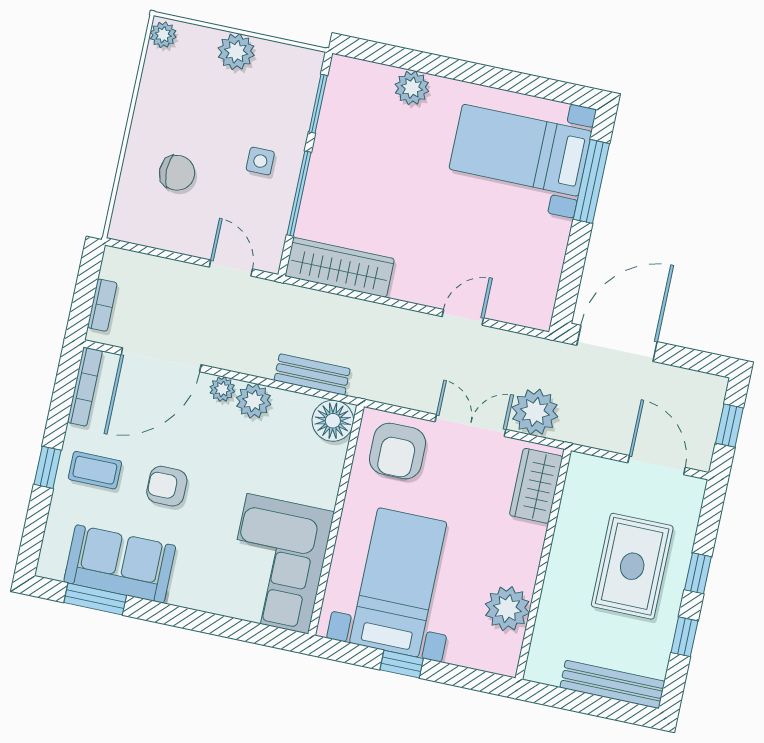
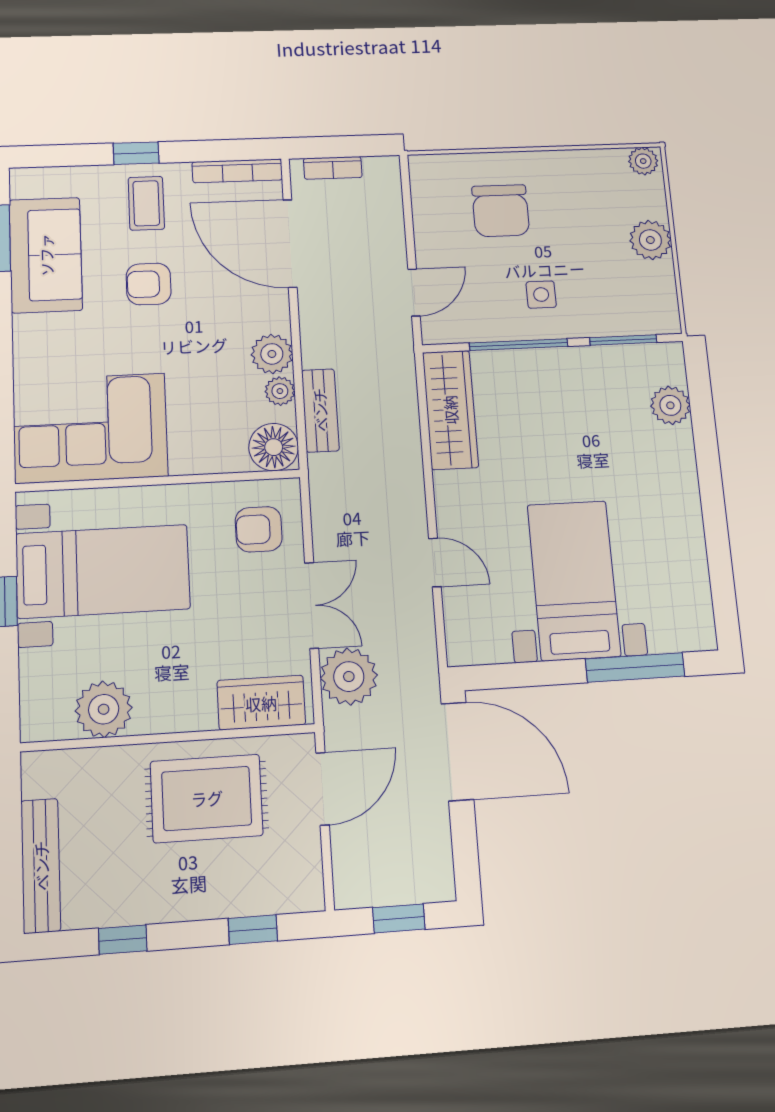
plant: (412, 88) -> (670, 405), moved
bed with nightstands: (520, 150) -> (574, 580), moved
chair: (177, 173) -> (501, 211), width x1.37, depth x1.37
plant: (222, 389) -> (280, 391), moved
armchair: (398, 451) -> (259, 529), width x0.72, depth x0.72
door: (657, 465) -> (323, 789), moved
armchair: (167, 486) -> (149, 284), turned -90
rug: (632, 566) -> (207, 798), moved
window: (698, 573) -> (253, 930), moved

